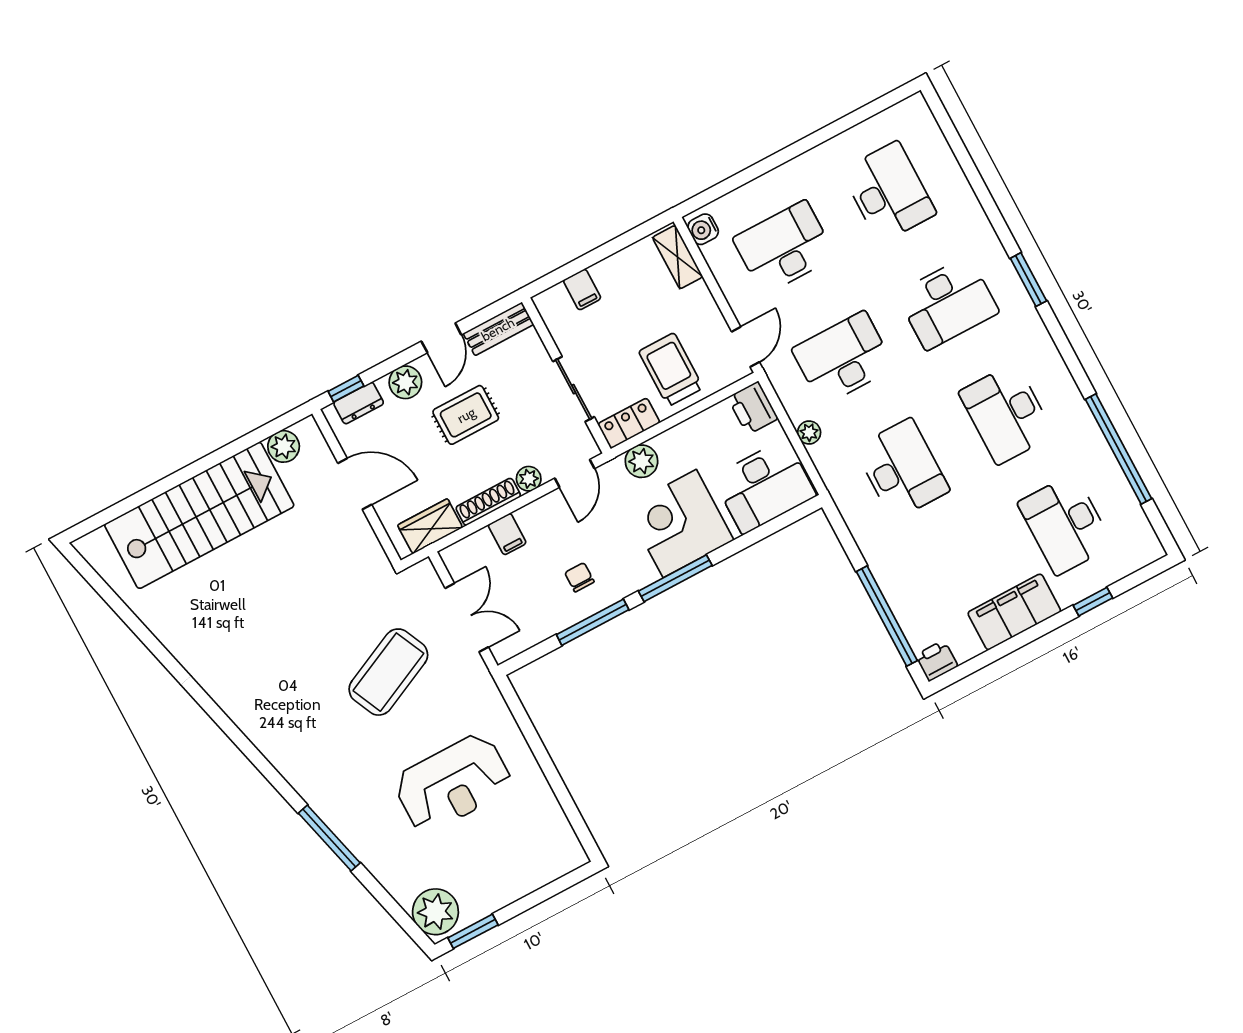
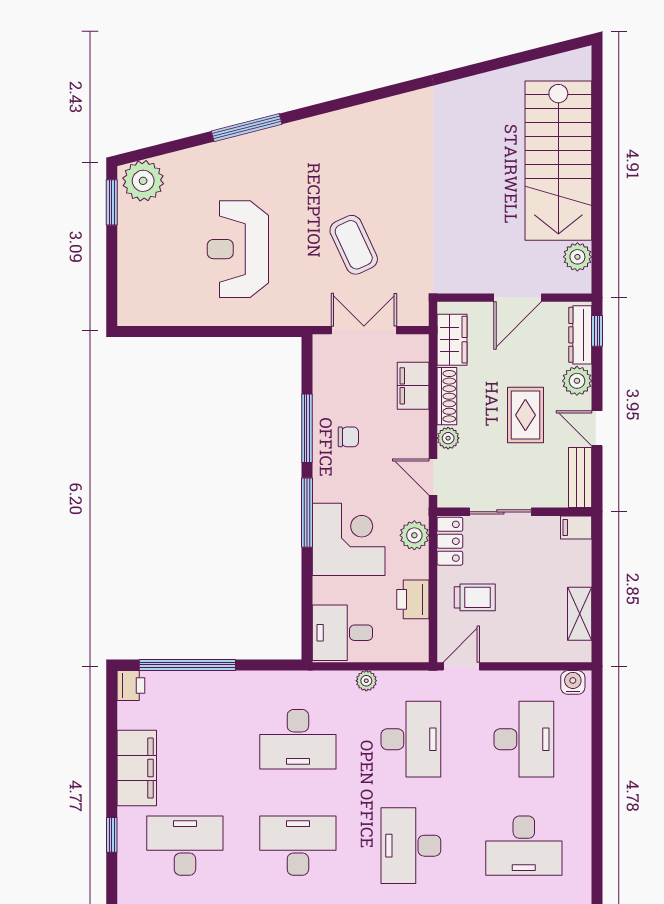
shelving: (678, 257) -> (580, 614), moved, turned 90
filing cabinet: (582, 289) -> (576, 528), moved
door: (745, 347) -> (461, 666), swing flipped
trolley: (671, 370) -> (475, 597), width x0.73, depth x0.72
dresser: (359, 403) -> (580, 335), width x1.44
printer: (753, 408) -> (413, 599), moved, turned -90
desk: (764, 486) -> (342, 633), width x0.73
filing cabinet: (507, 534) -> (413, 386), width x2.00
double door: (467, 618) -> (364, 330), swing flipped
coffee table: (388, 672) -> (354, 245), width x0.73, depth x0.76

